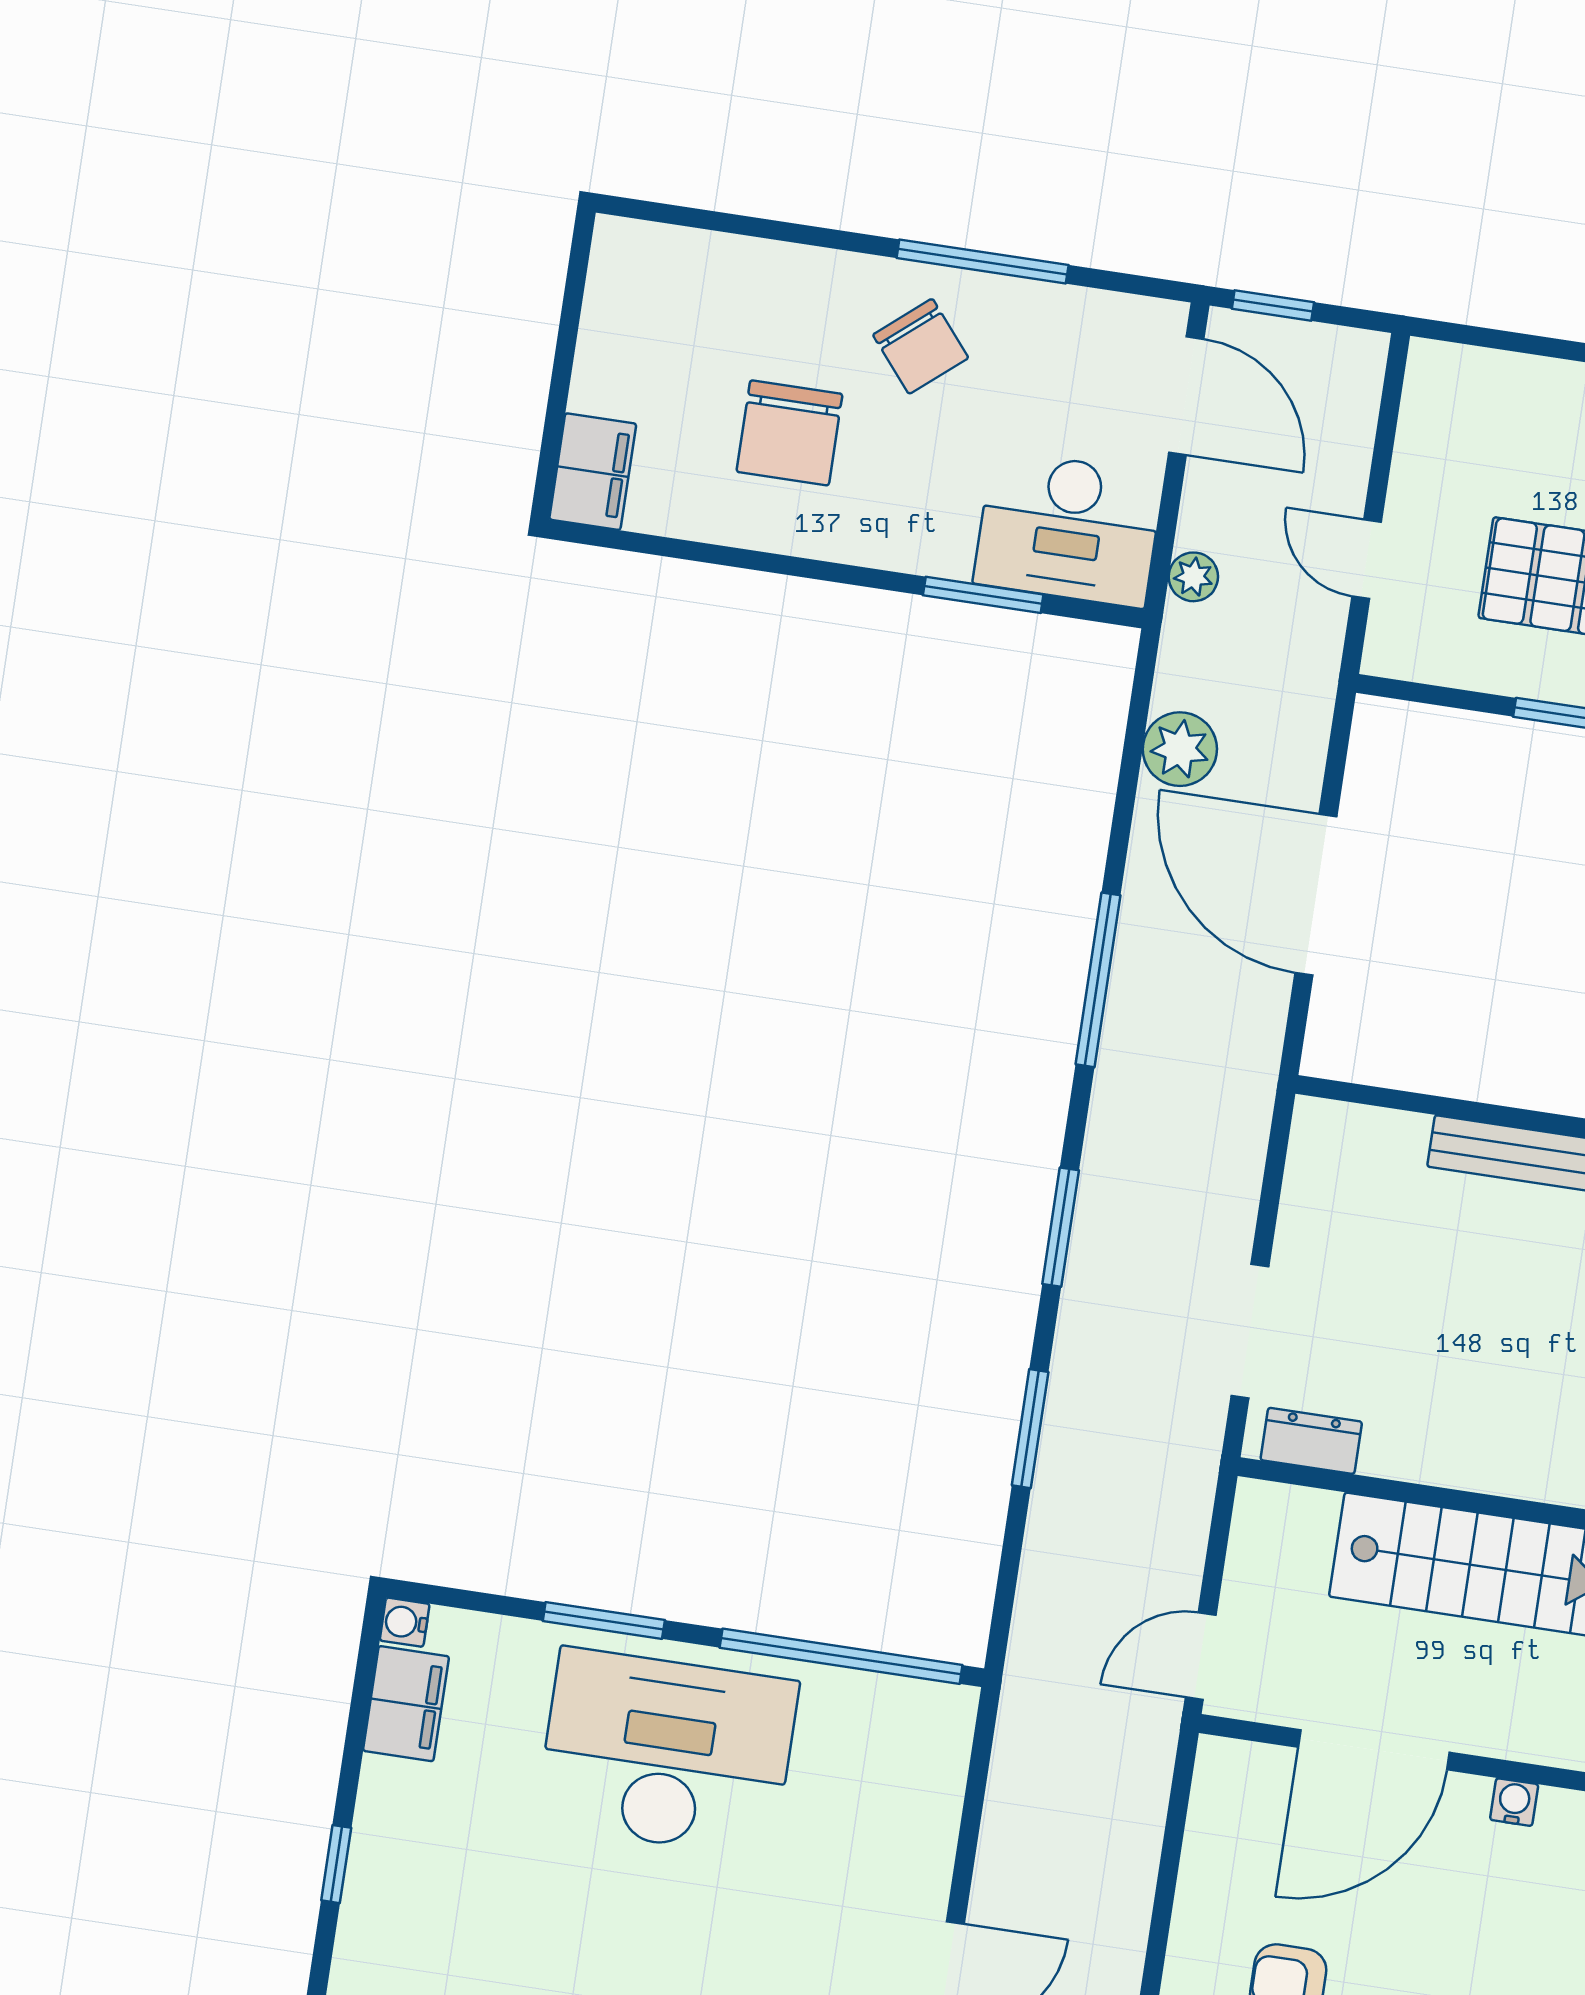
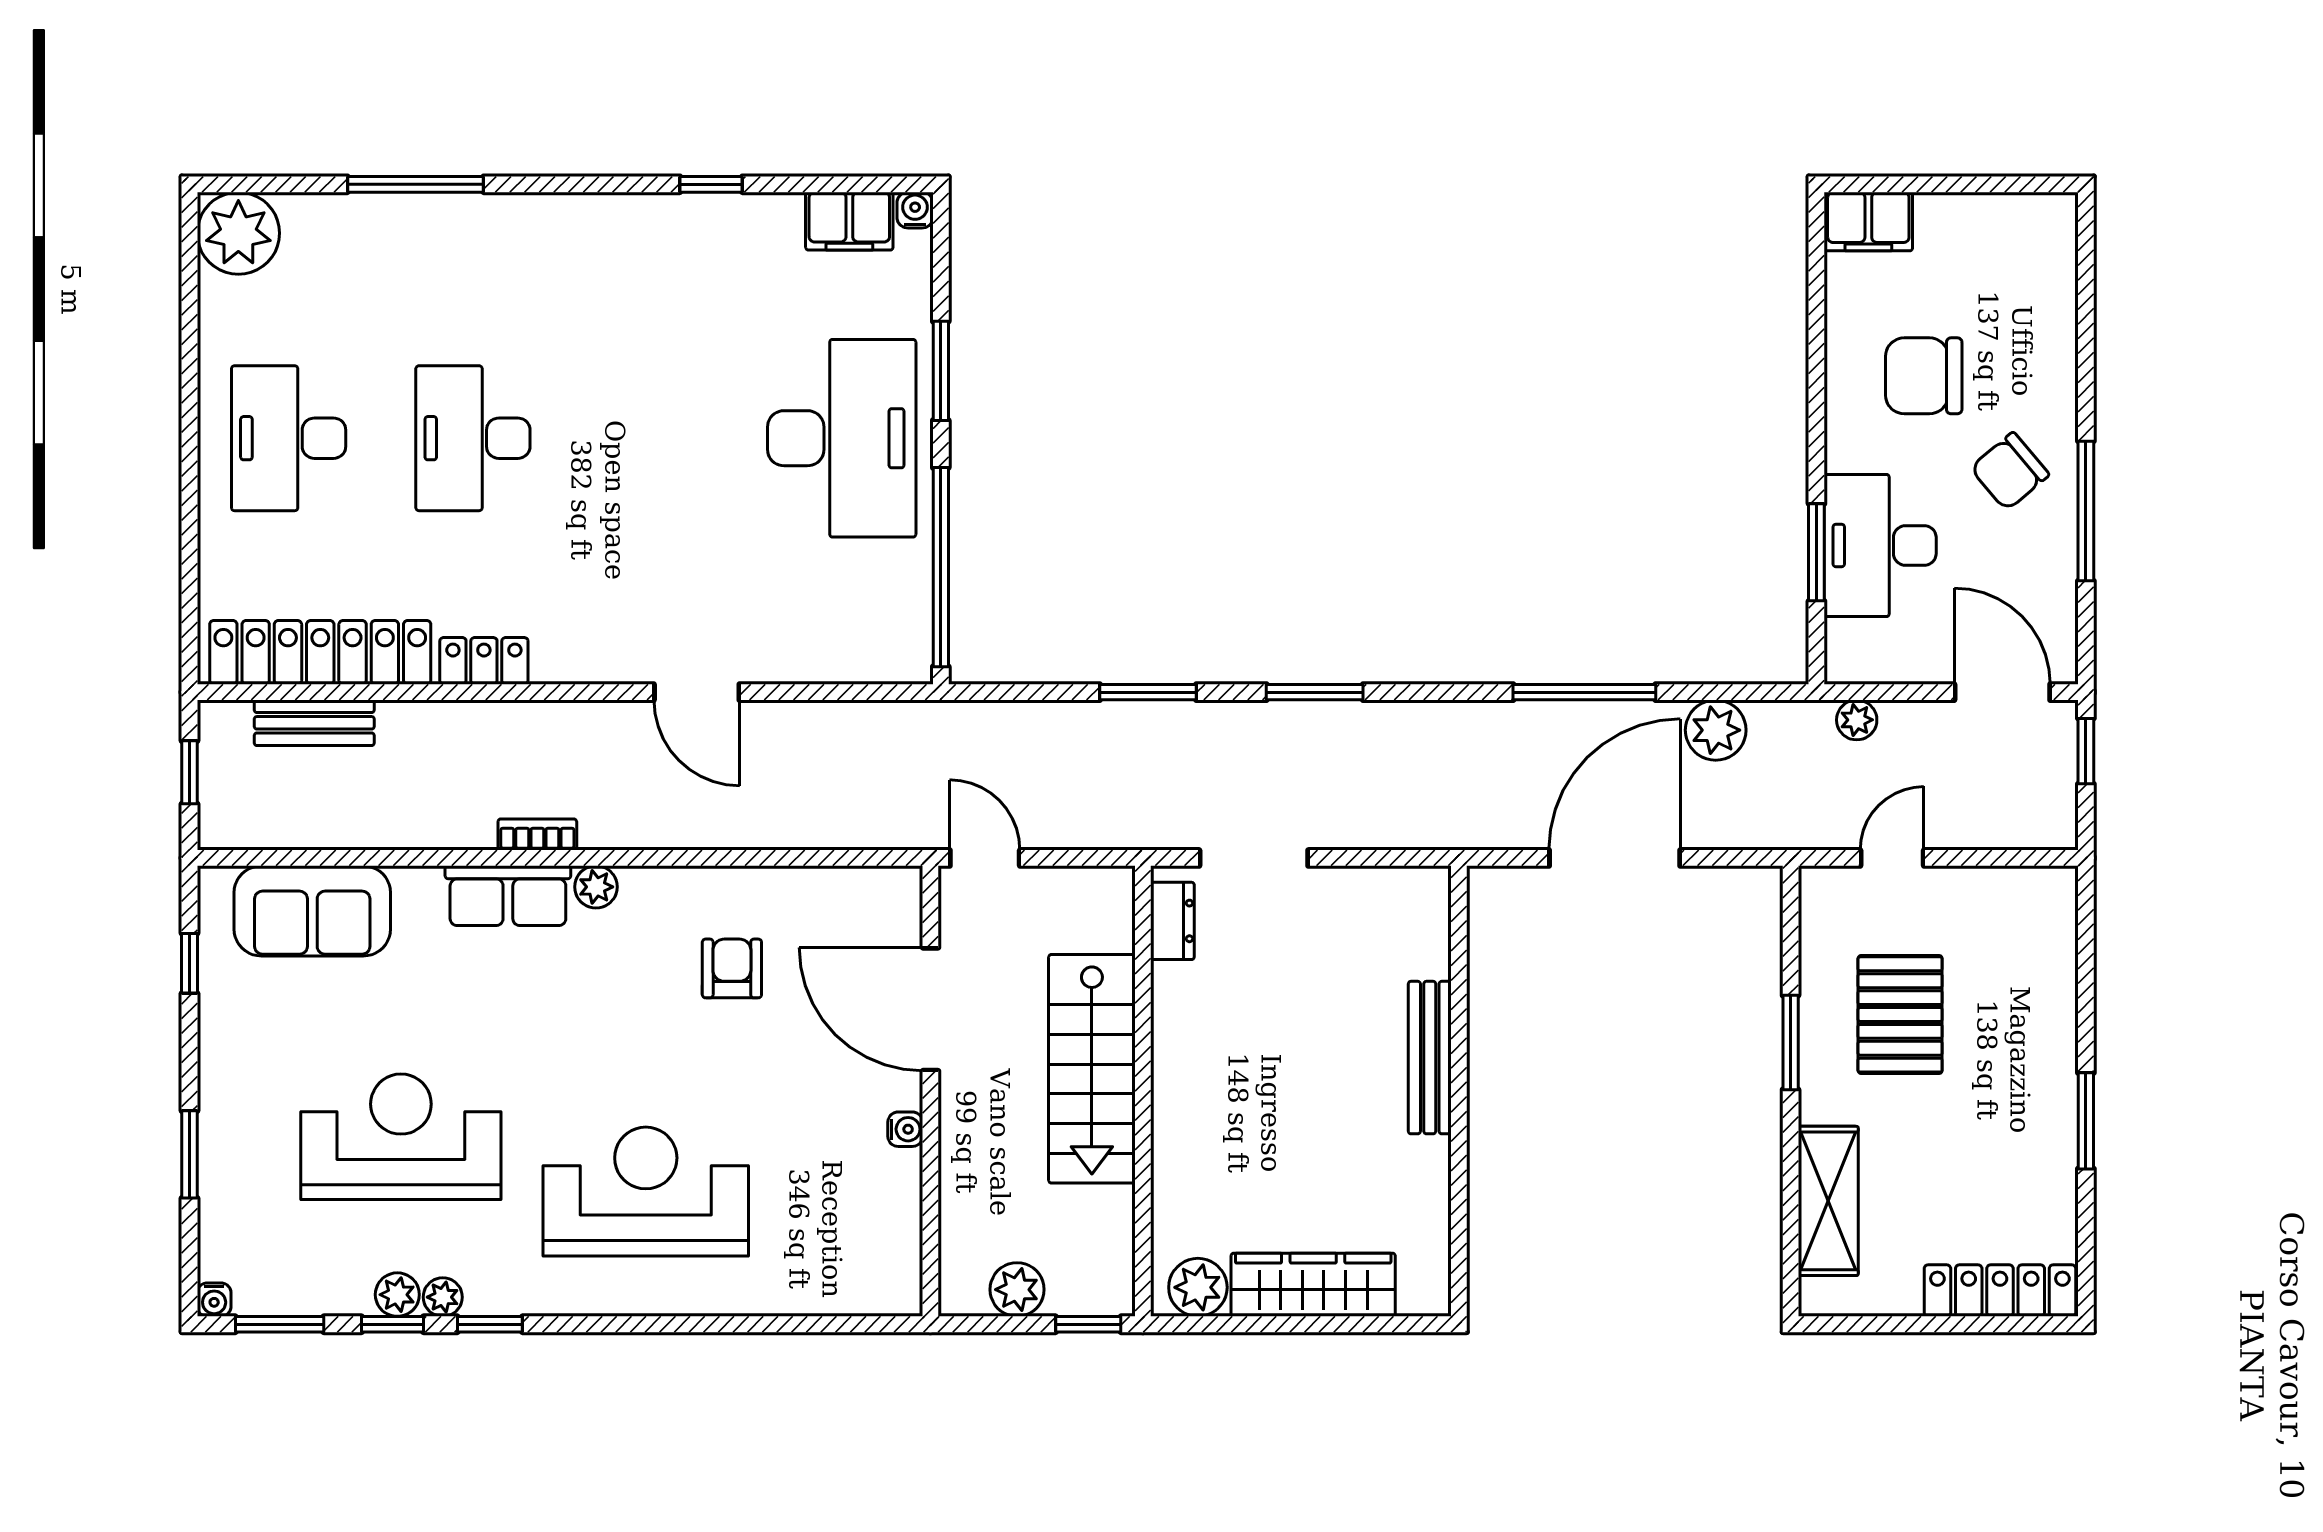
door: (1186, 396) -> (2002, 692), swing flipped
desk: (1068, 529) -> (1880, 545), moved
window: (1098, 980) -> (1584, 692), moved

